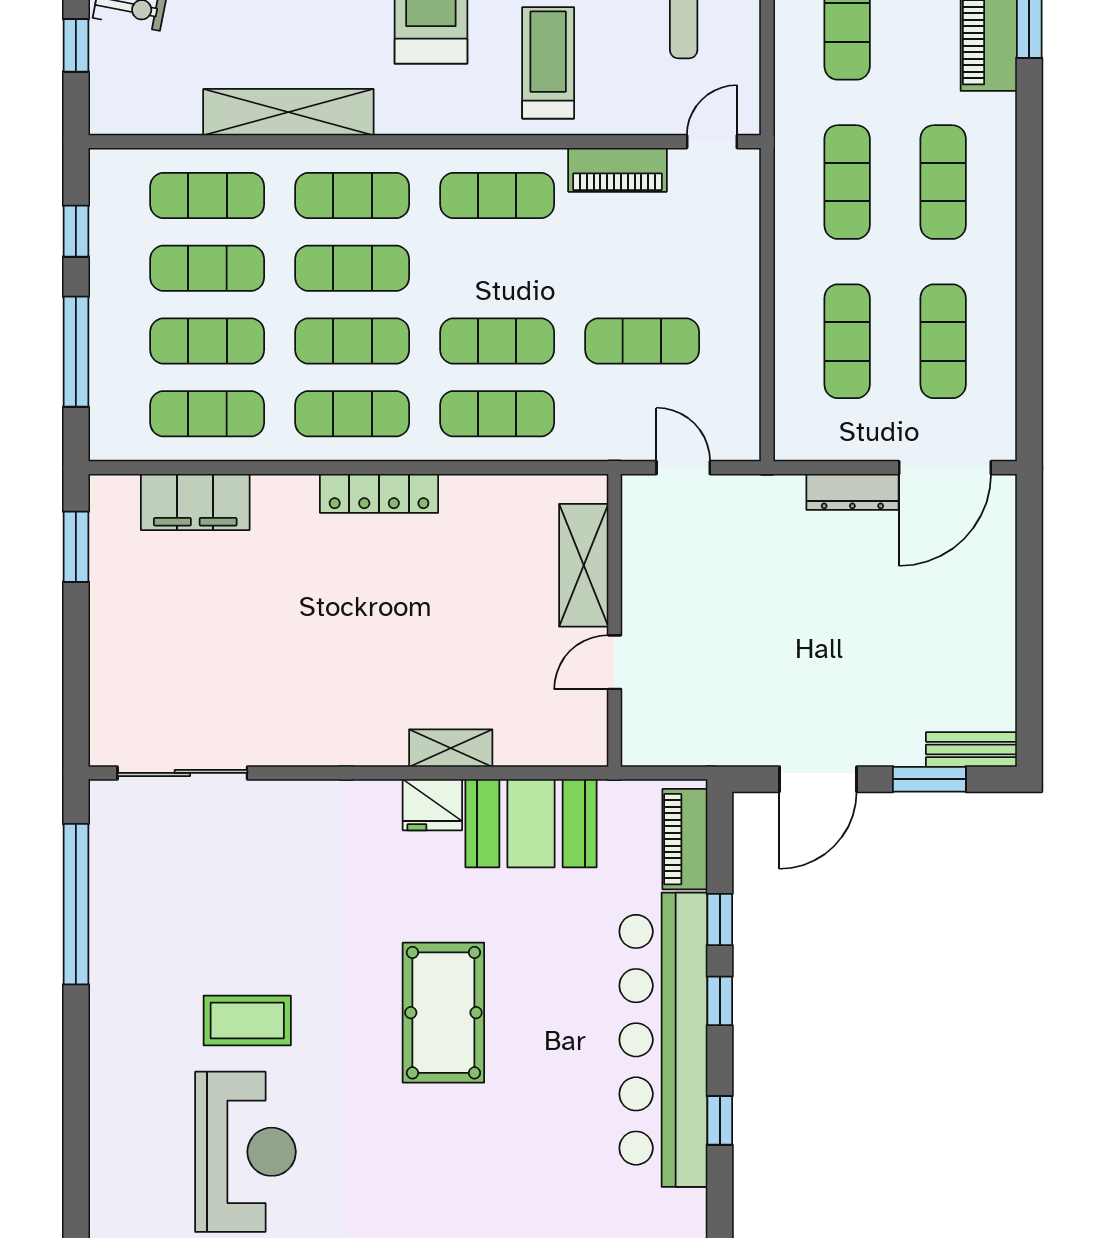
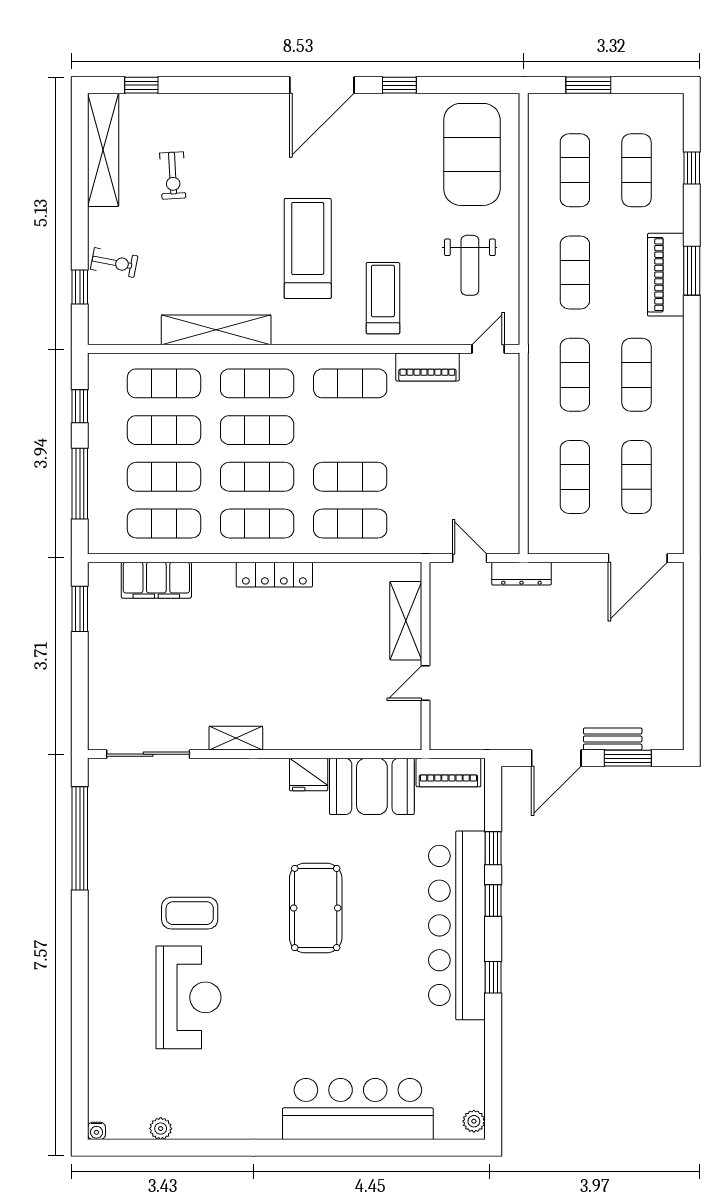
exercise mat: (642, 341) -> (443, 477), removed
dresser: (852, 492) -> (521, 574), moved
shelving: (451, 748) -> (236, 738), moved
bench: (971, 749) -> (613, 739), moved
piano: (685, 839) -> (448, 773), moved, turned -90

